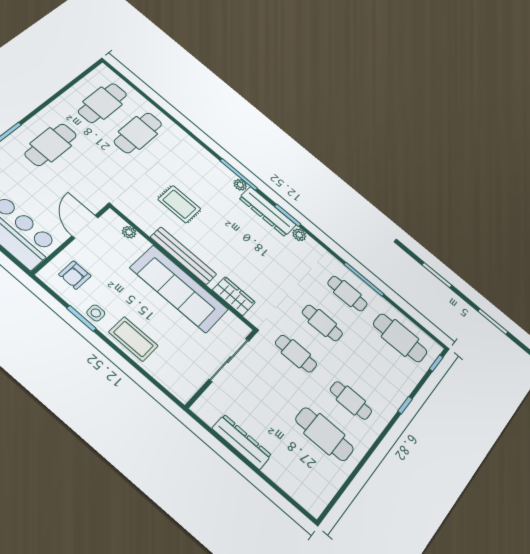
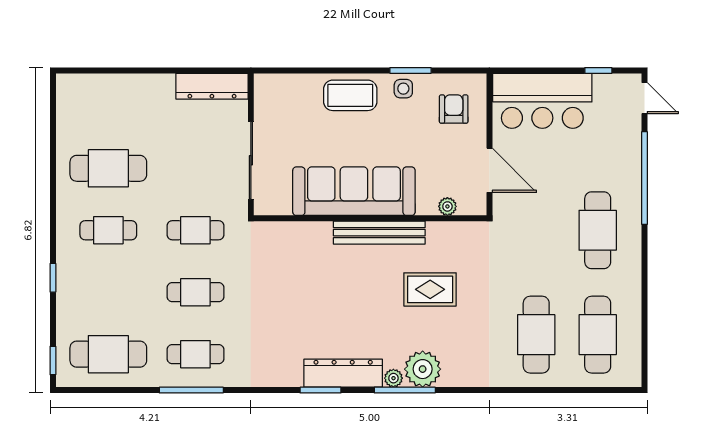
plant: (299, 235) -> (423, 369), moved, width x1.88, depth x1.88
wardrobe: (234, 296) -> (299, 235), removed
dresser: (242, 442) -> (212, 86), moved

